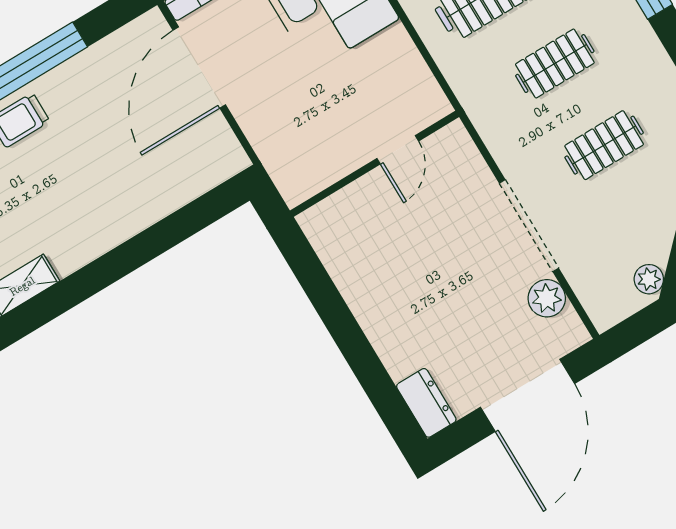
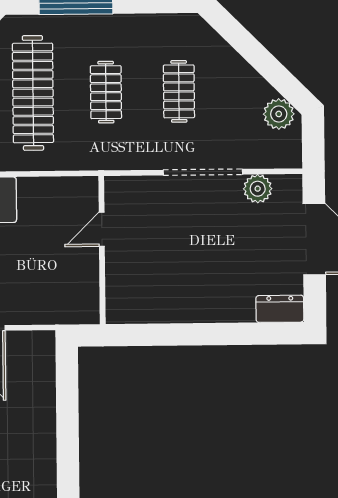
door: (398, 150) -> (102, 229), swing flipped
plant: (649, 279) -> (279, 114), width x1.38, depth x1.38

